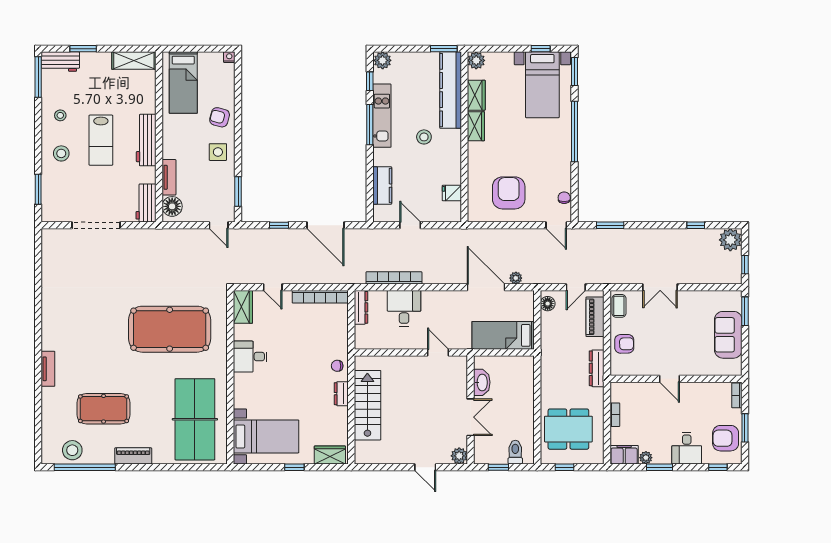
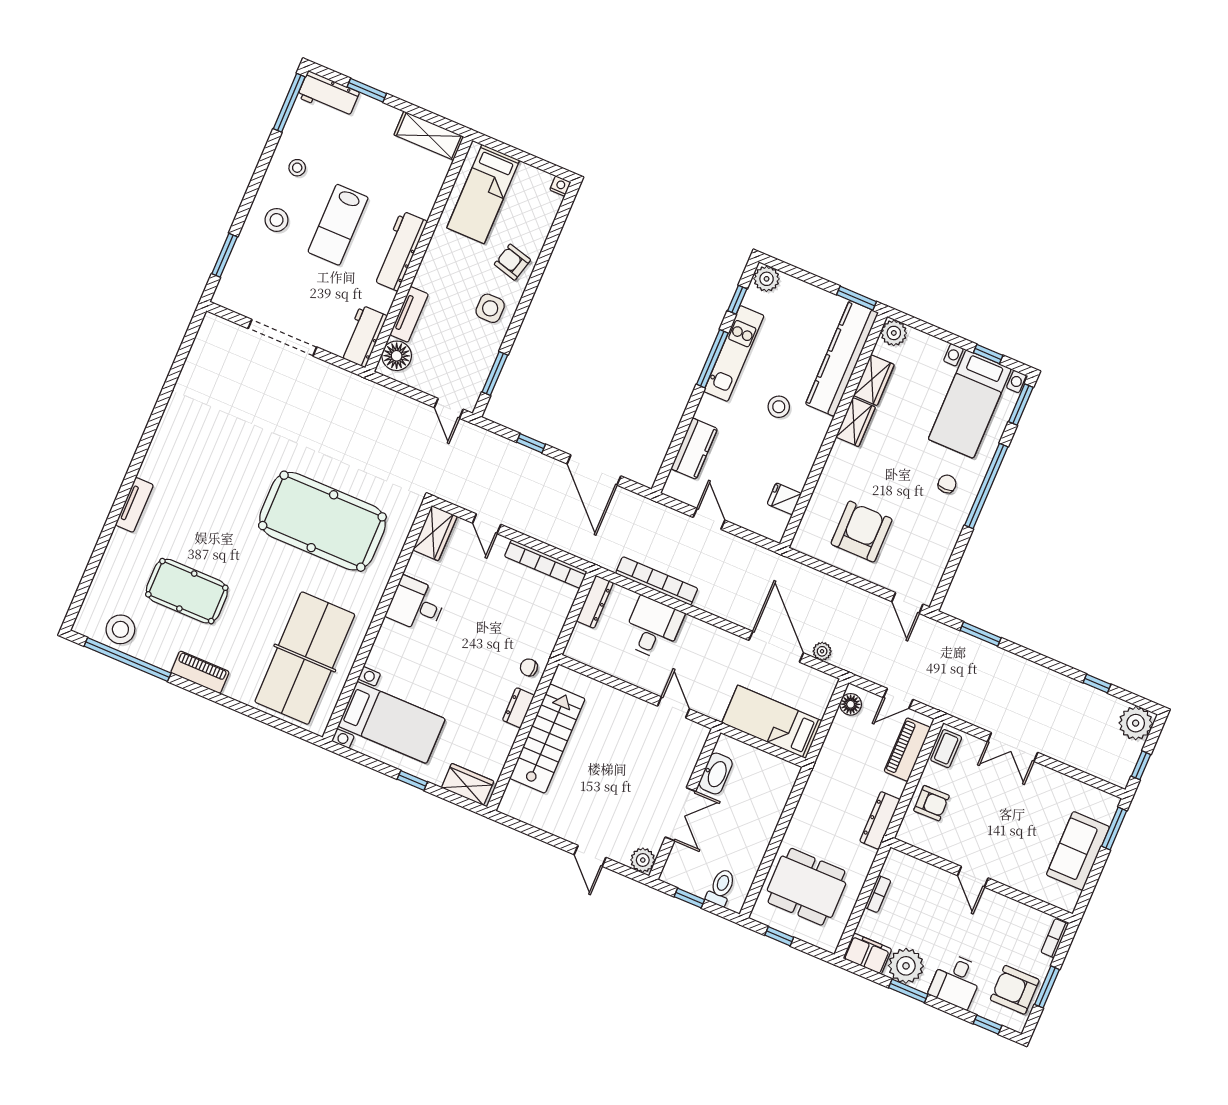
chair: (564, 198) -> (947, 484), moved
plant: (646, 458) -> (906, 966), width x1.87, depth x1.87

